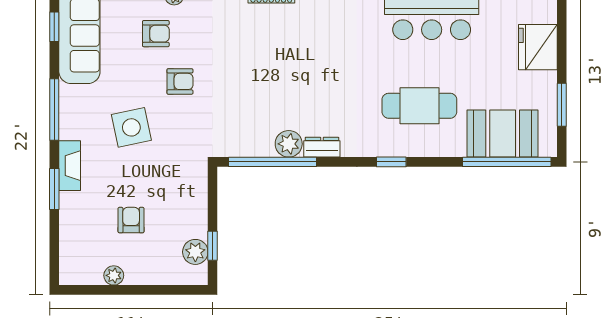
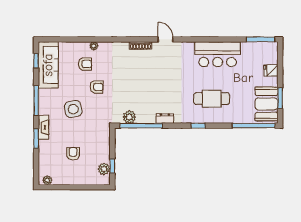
fridge: (538, 47) -> (271, 70), width x0.53, depth x0.75
booth: (503, 134) -> (267, 104), moved, turned 90
plant: (289, 144) -> (129, 117), moved
plant: (114, 275) -> (47, 180), moved

